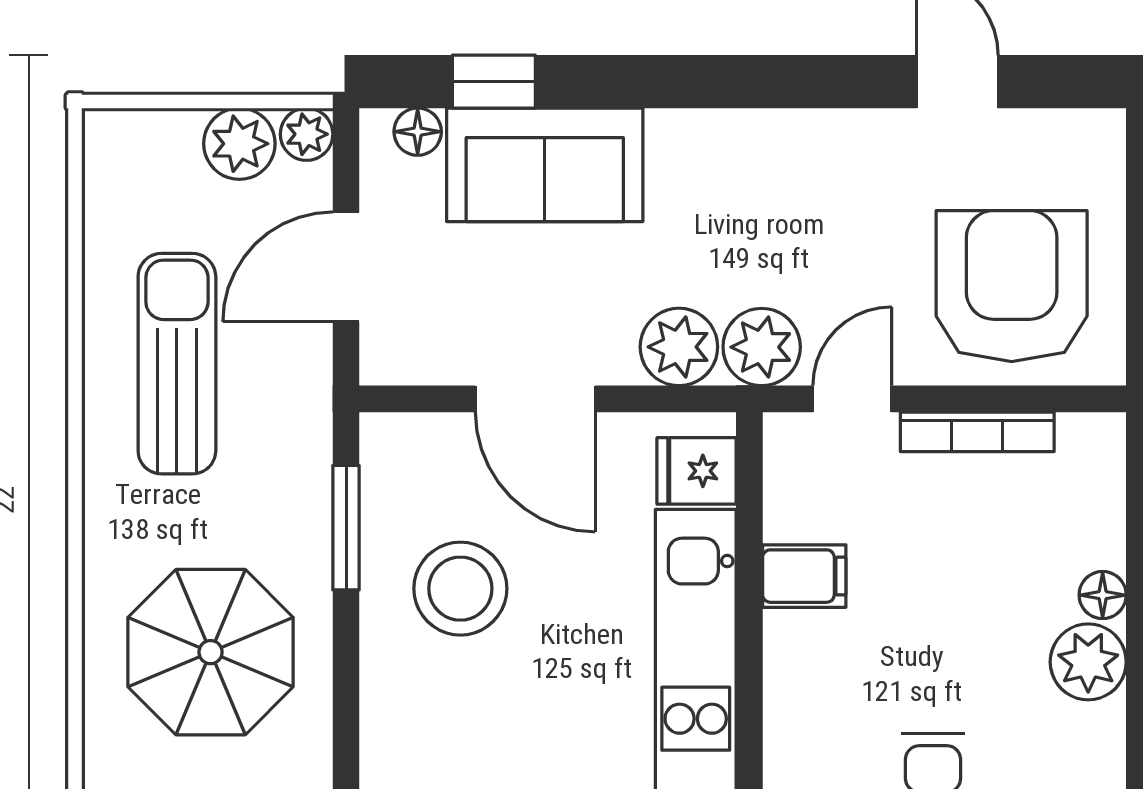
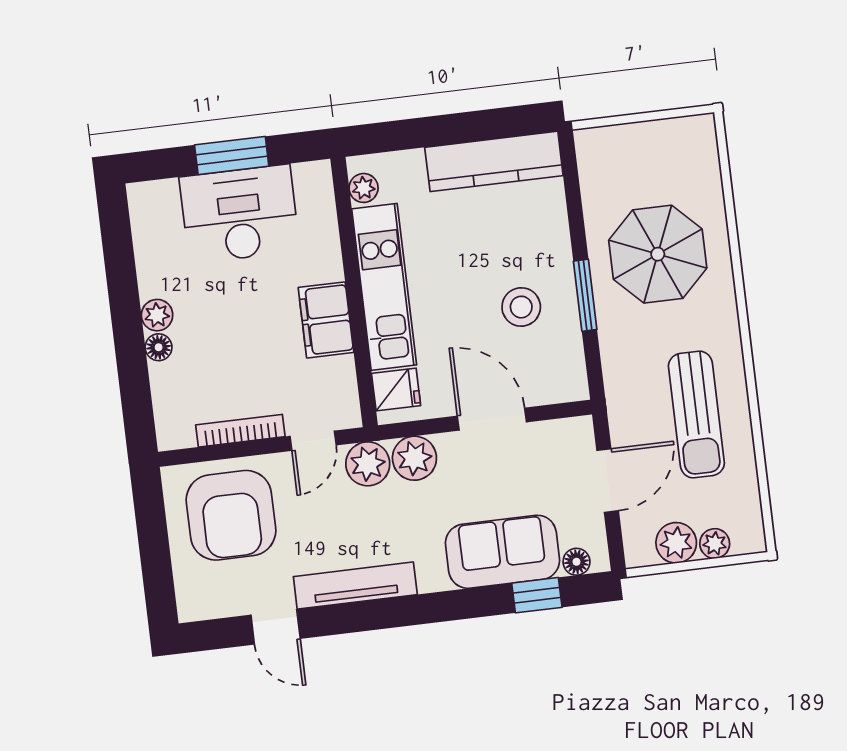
plant: (307, 134) -> (715, 544), moved
tv unit: (809, 137) -> (355, 586), added
window: (346, 528) -> (585, 295), moved
filing cabinet: (804, 576) -> (326, 320), width x2.00
stool: (460, 589) -> (521, 307), width x0.73, depth x0.73
plant: (1088, 662) -> (157, 315), width x0.73, depth x0.73

